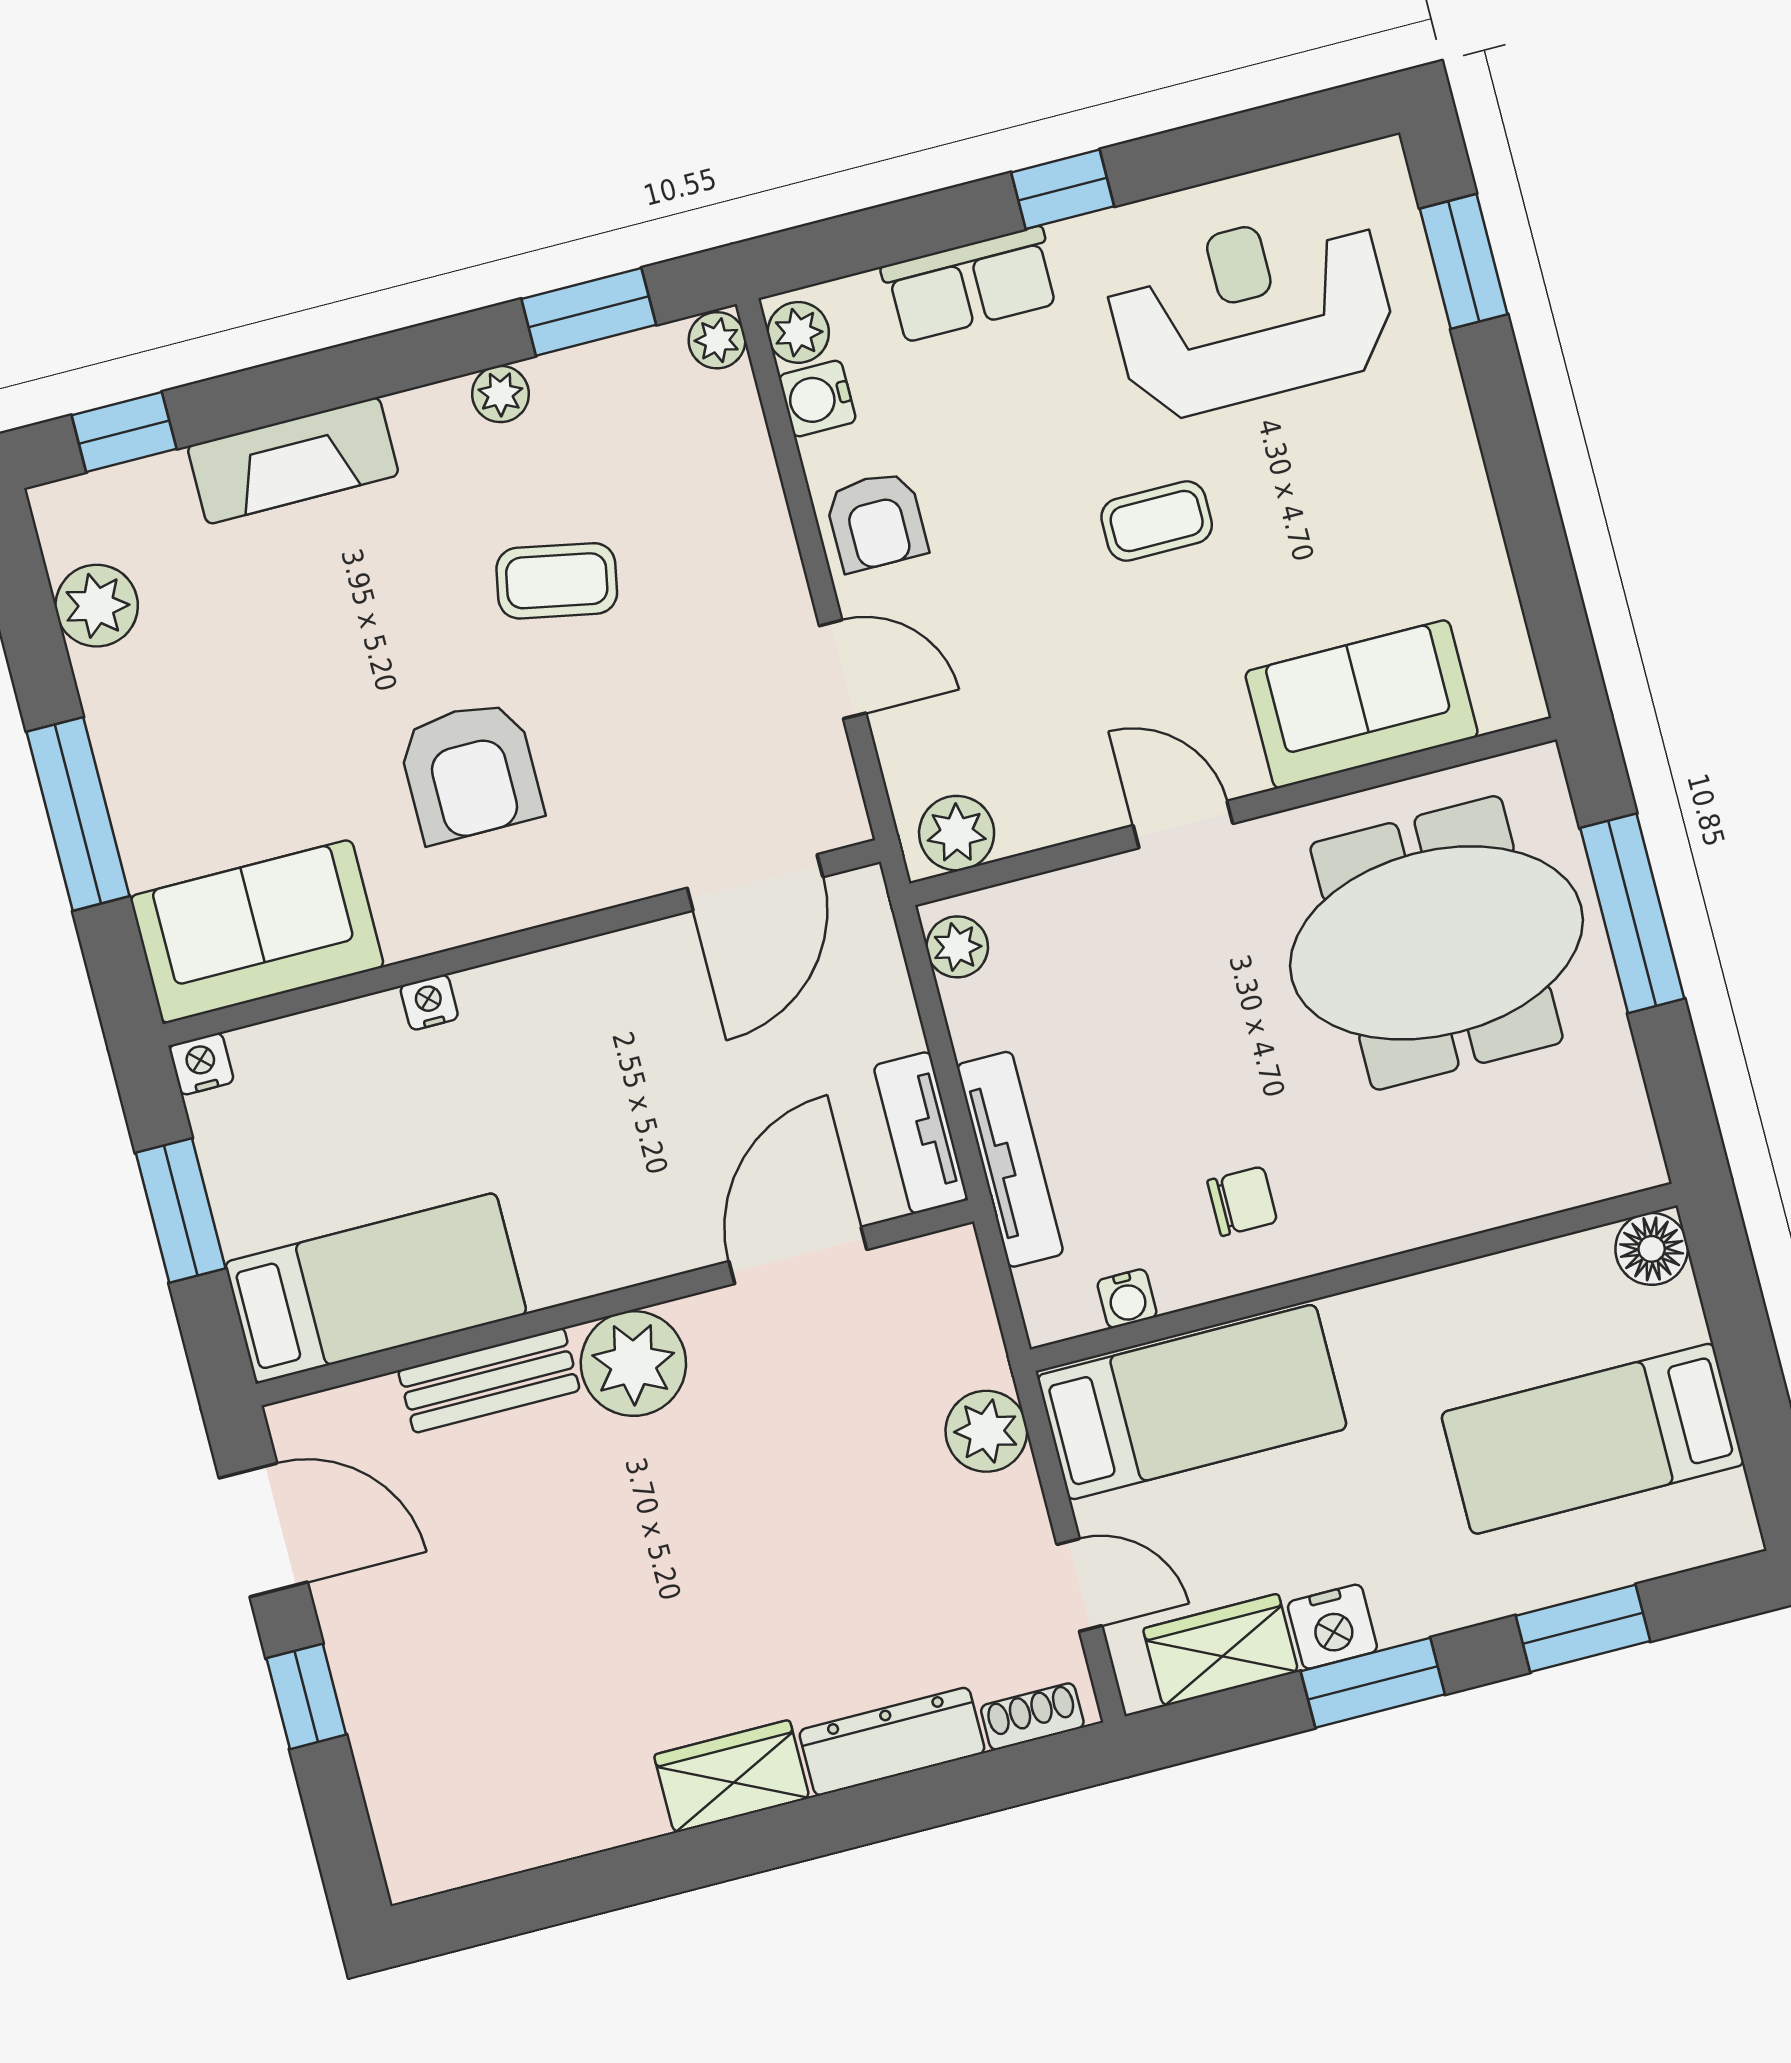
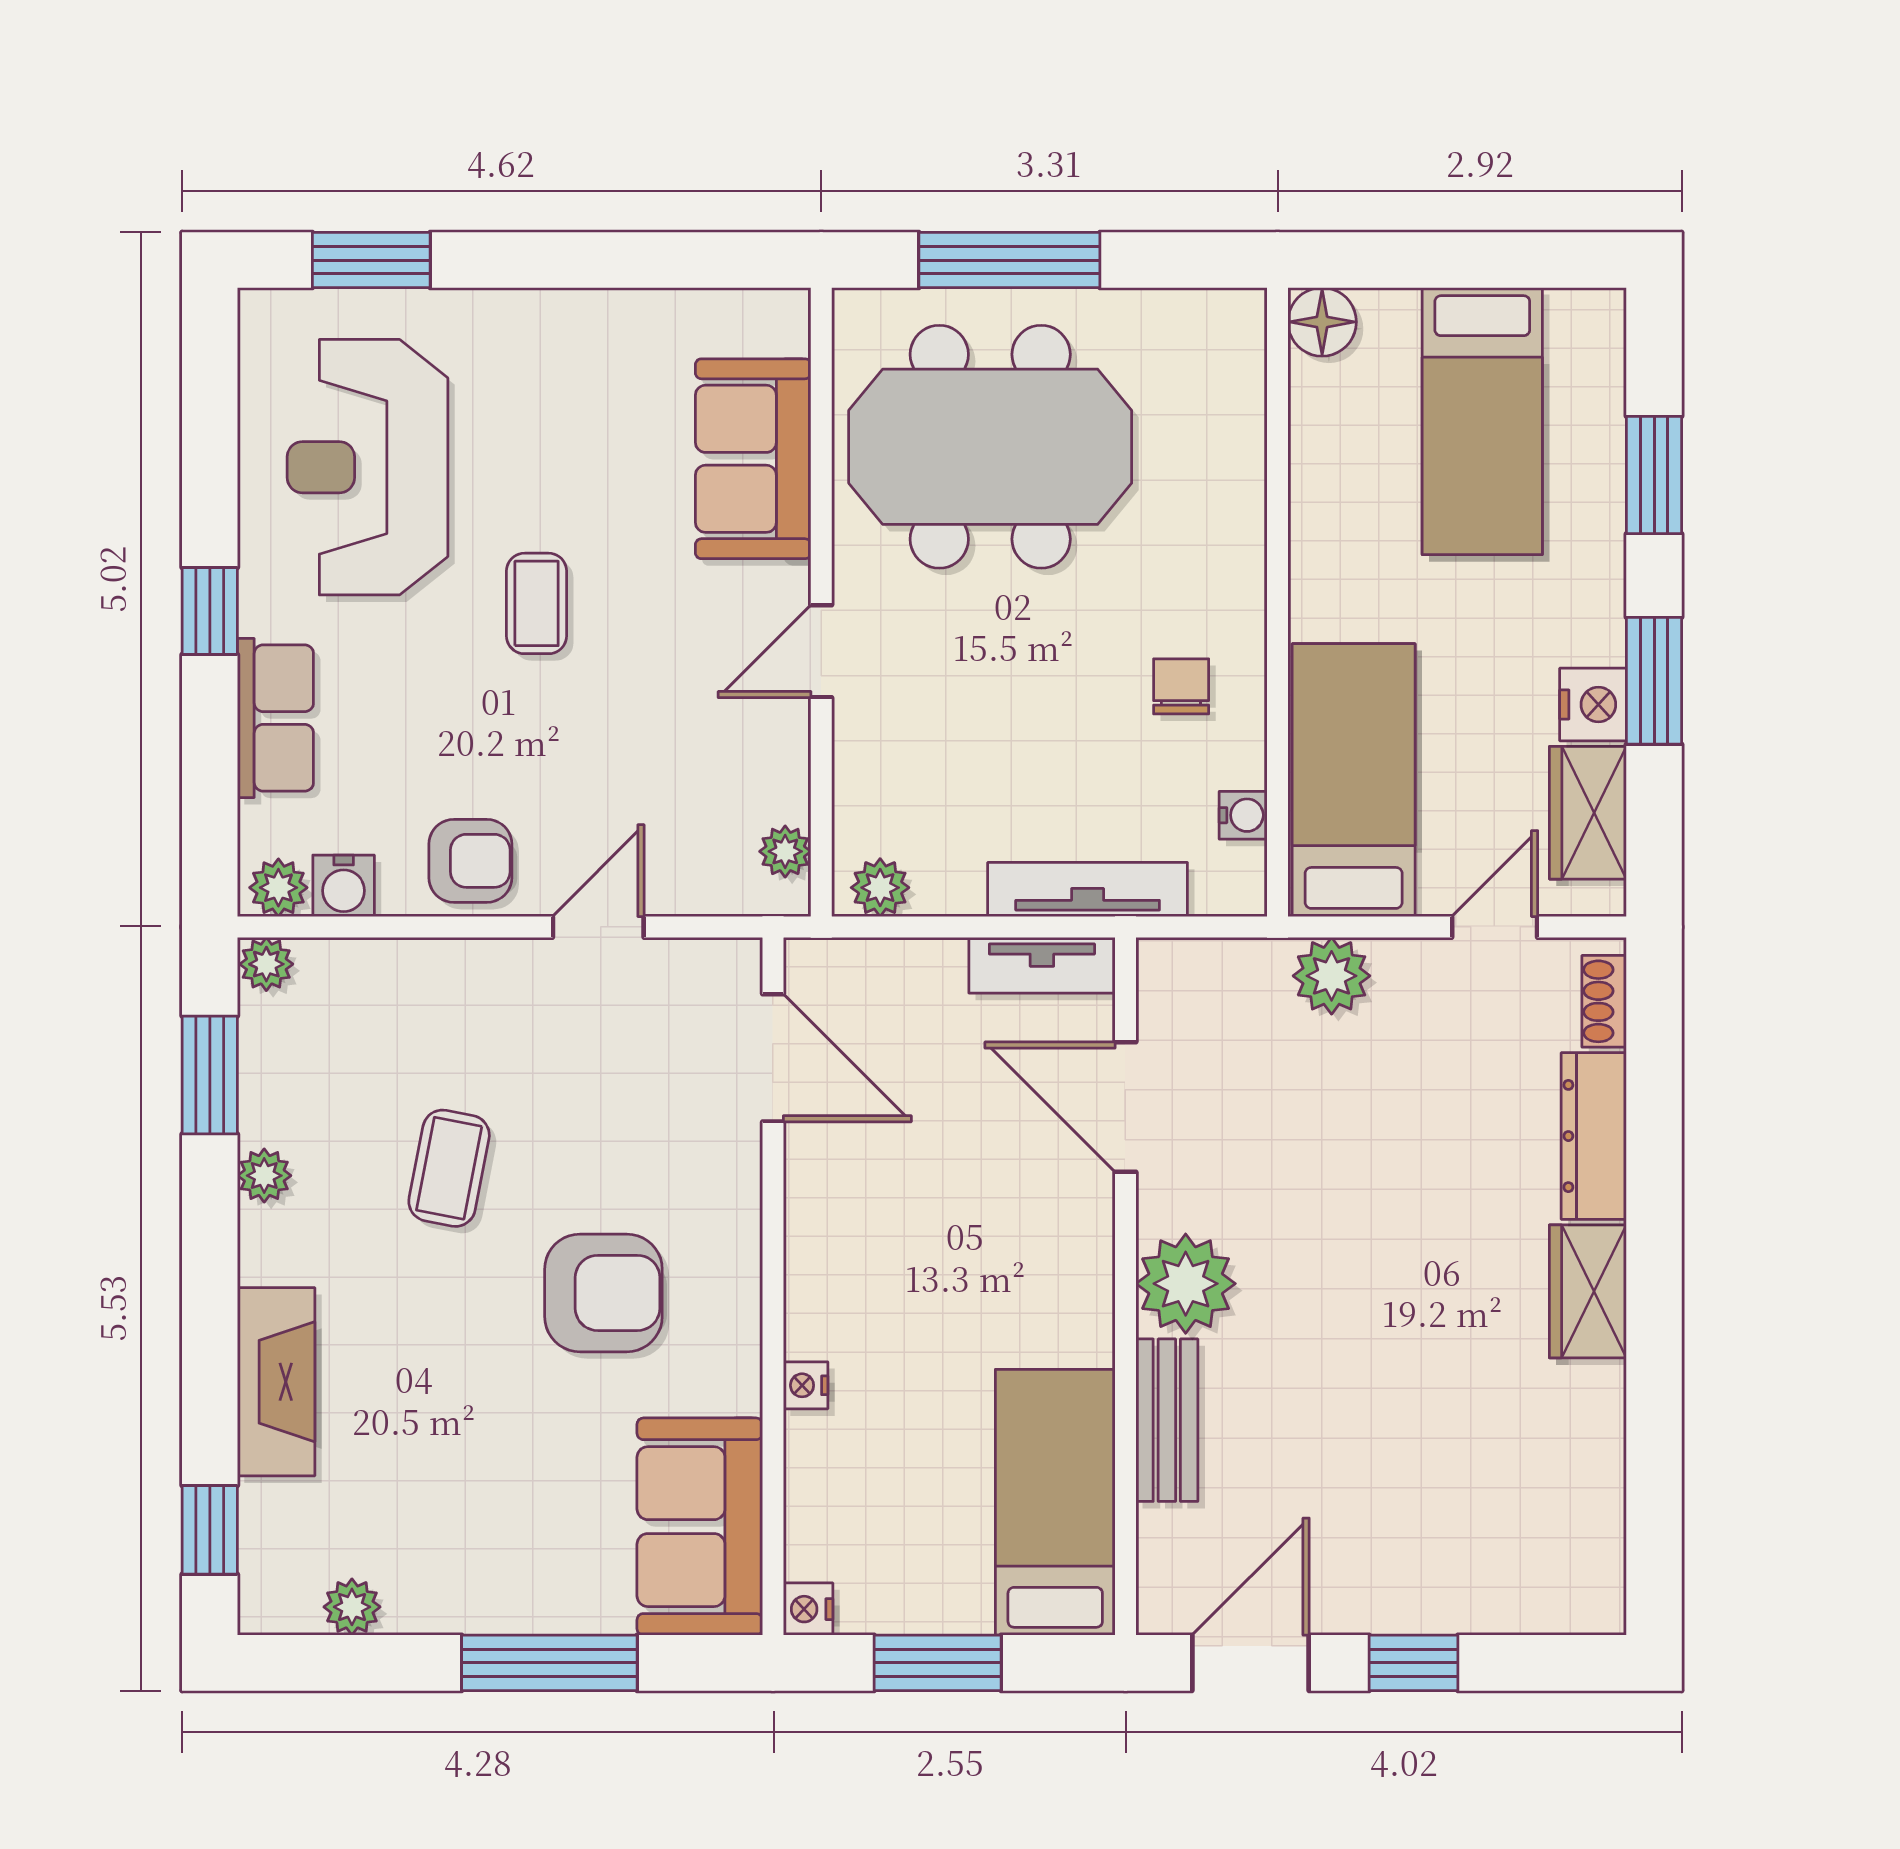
plant: (97, 606) -> (352, 1607), width x0.73, depth x0.73
plant: (957, 833) -> (785, 851), width x0.73, depth x0.73
meeting table: (1436, 943) -> (990, 447), turned 90

